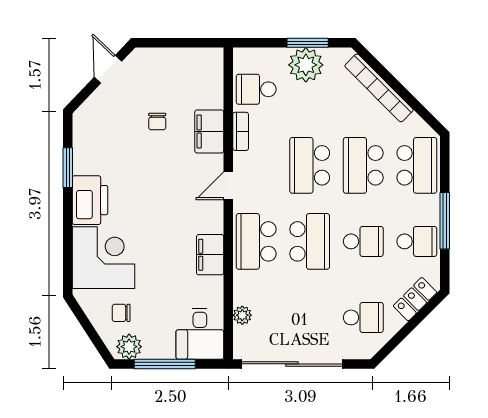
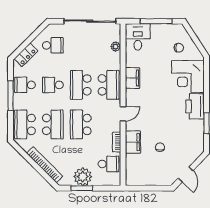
school desk: (310, 165) -> (81, 124), turned 180
school desk: (363, 317) -> (53, 45), turned 180
plant: (129, 347) -> (175, 30), removed

